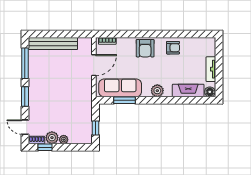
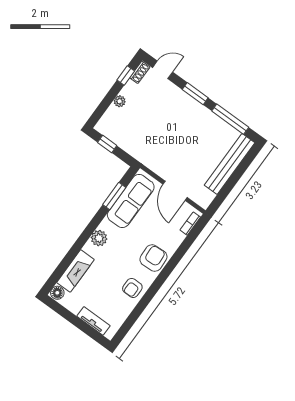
armchair: (145, 48) -> (153, 258), turned 87
tv unit: (211, 69) -> (94, 321), moved
plant: (52, 138) -> (131, 90), removed

